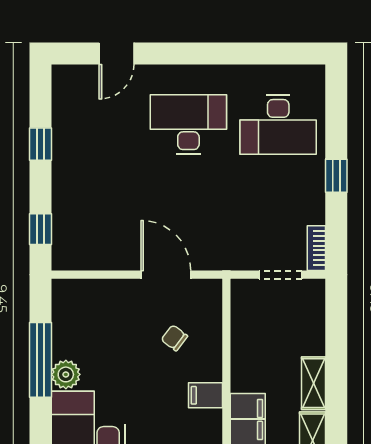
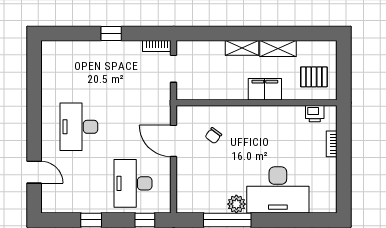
desk: (278, 125) -> (133, 183), moved, turned 180
door: (166, 275) -> (173, 141), hinge flipped
filing cabinet: (206, 395) -> (250, 116), removed

